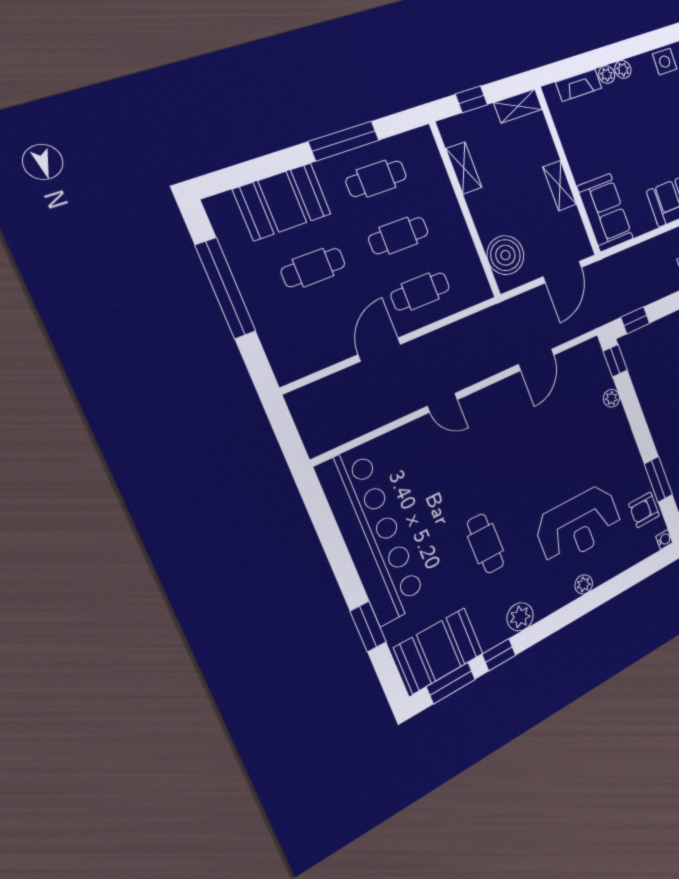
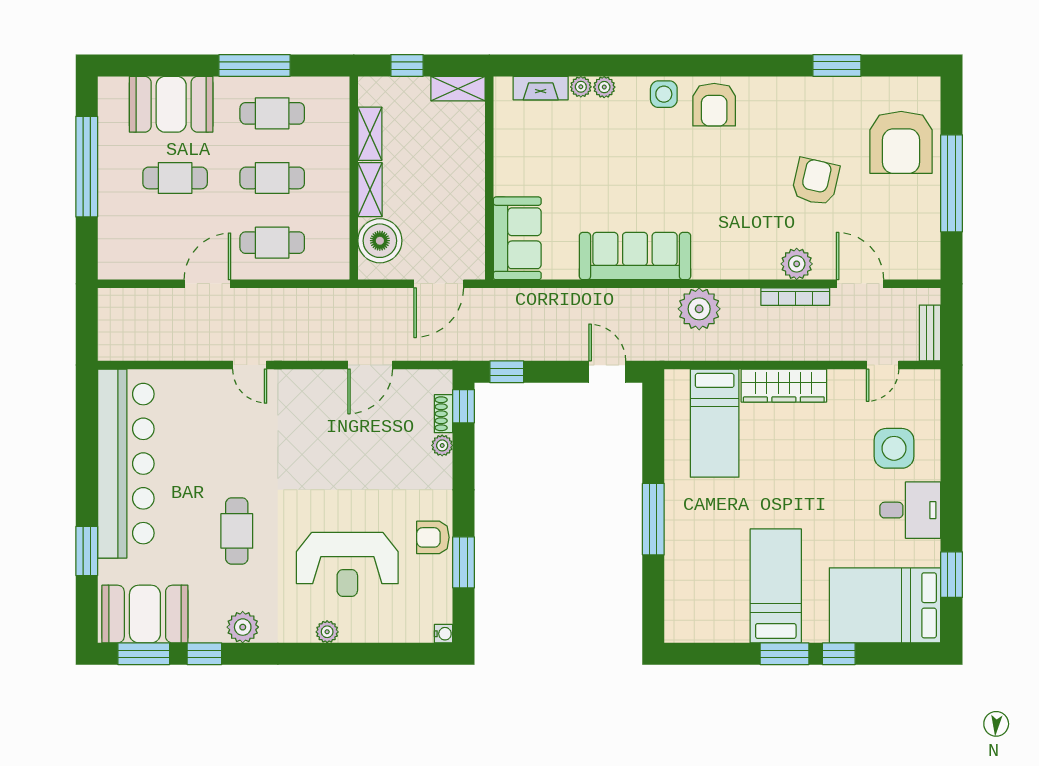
shelving: (560, 186) -> (370, 190), moved
shoe rack: (603, 373) -> (443, 414), added
armchair: (644, 510) -> (433, 537), moved

